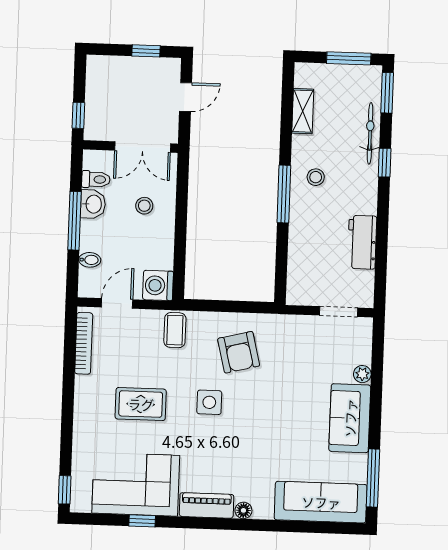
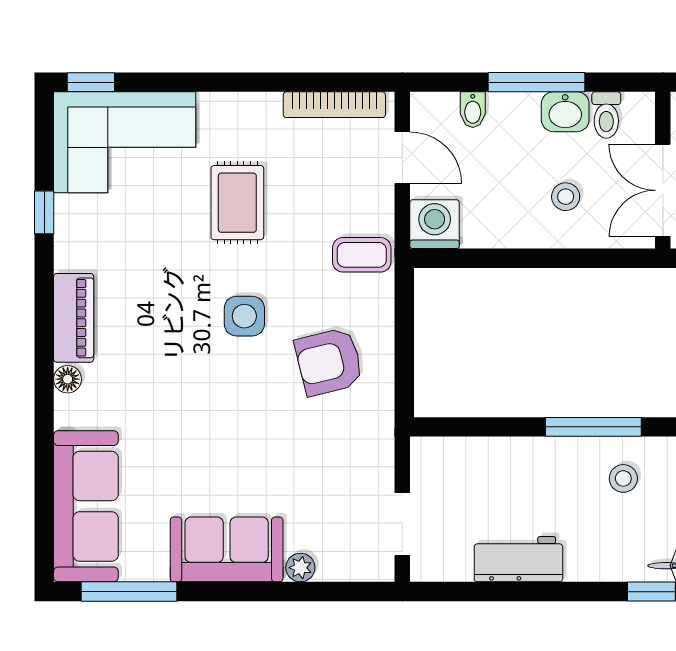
corner sofa: (136, 484) -> (125, 142), moved, turned 90

